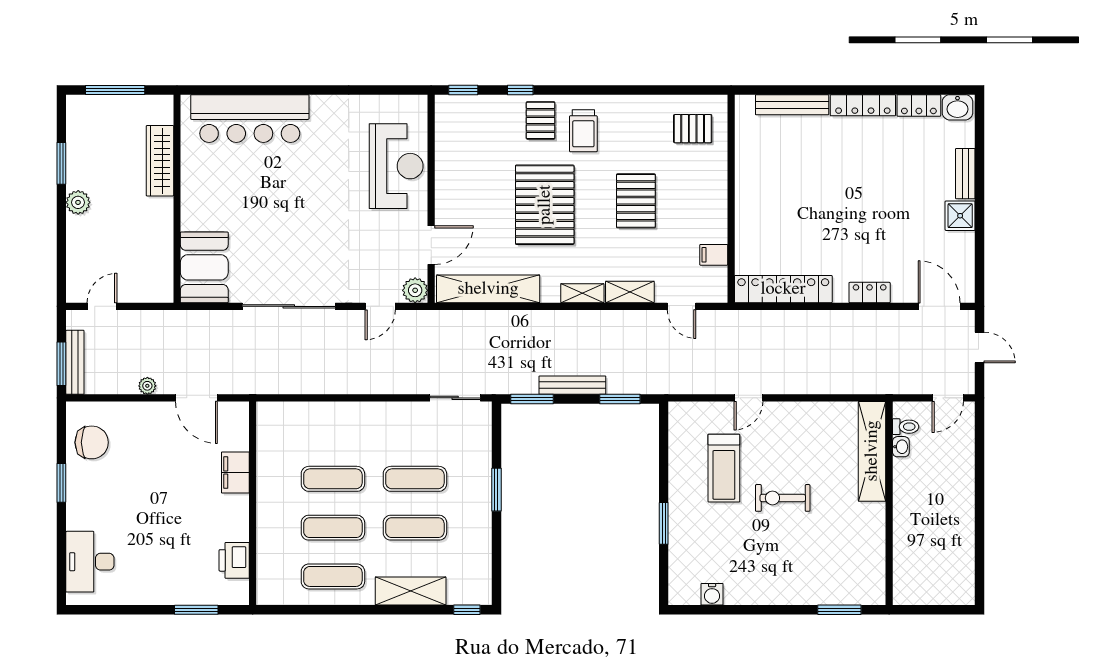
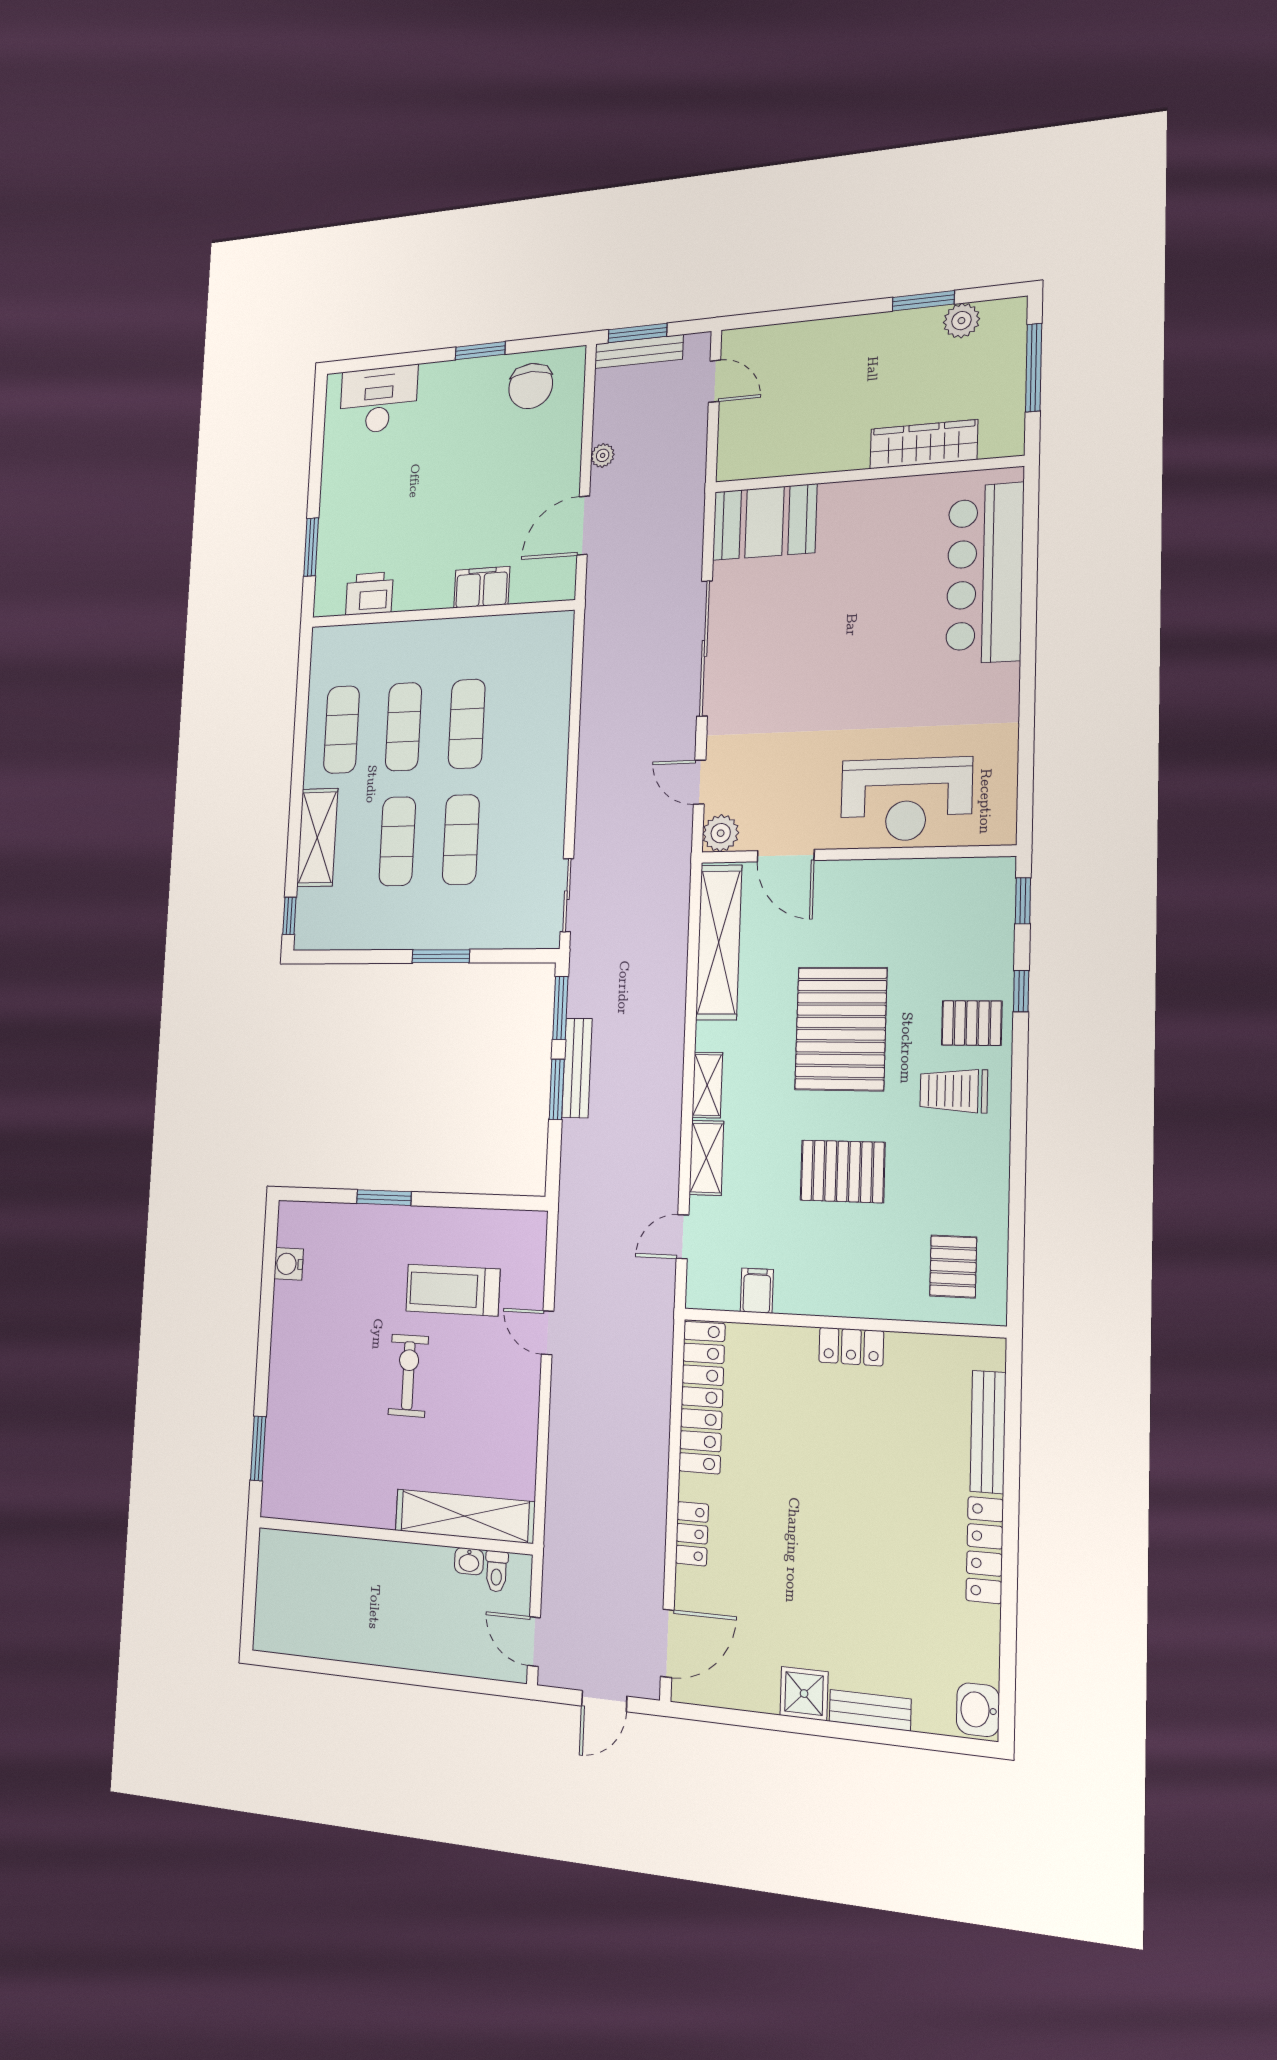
locker: (919, 105) -> (851, 1347), moved, turned -90
plant: (78, 202) -> (961, 321), moved
pallet: (545, 205) -> (841, 1029), turned 90
window: (620, 399) -> (557, 1089), moved

